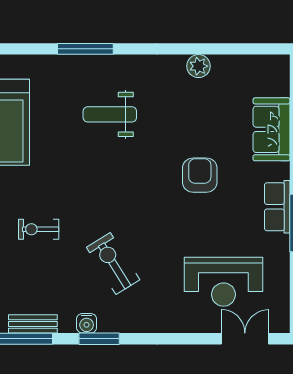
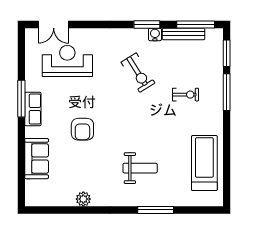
bench: (33, 324) -> (184, 34), width x1.36

